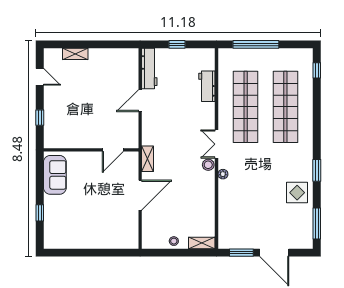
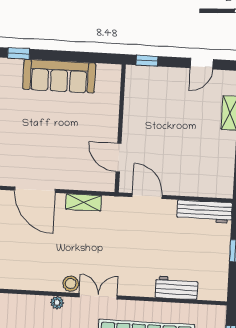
door: (140, 101) -> (147, 196), moved
wall: (91, 150) -> (120, 128), moved
door: (113, 150) -> (119, 158), moved
sofa: (55, 175) -> (59, 76), width x1.36

